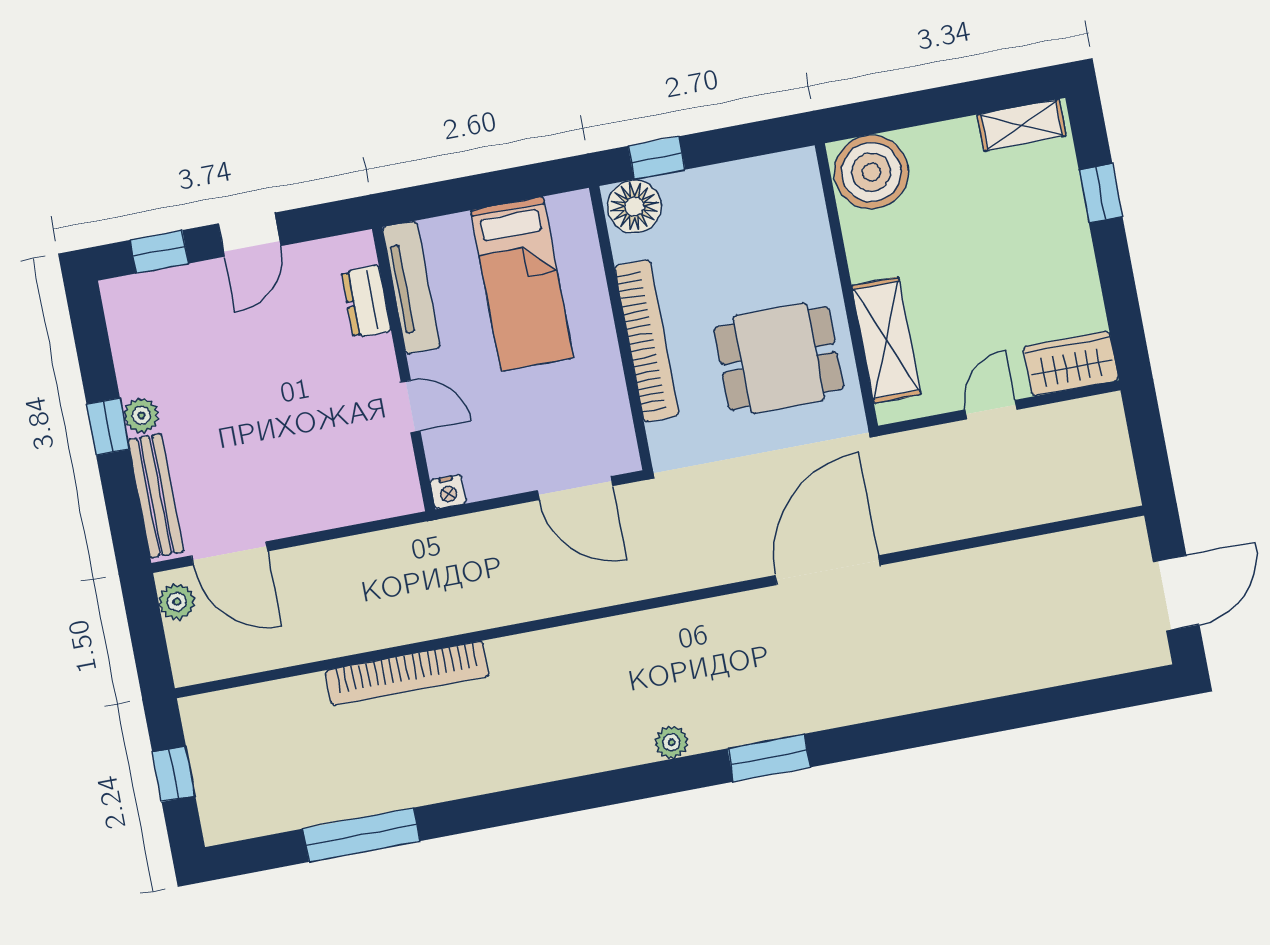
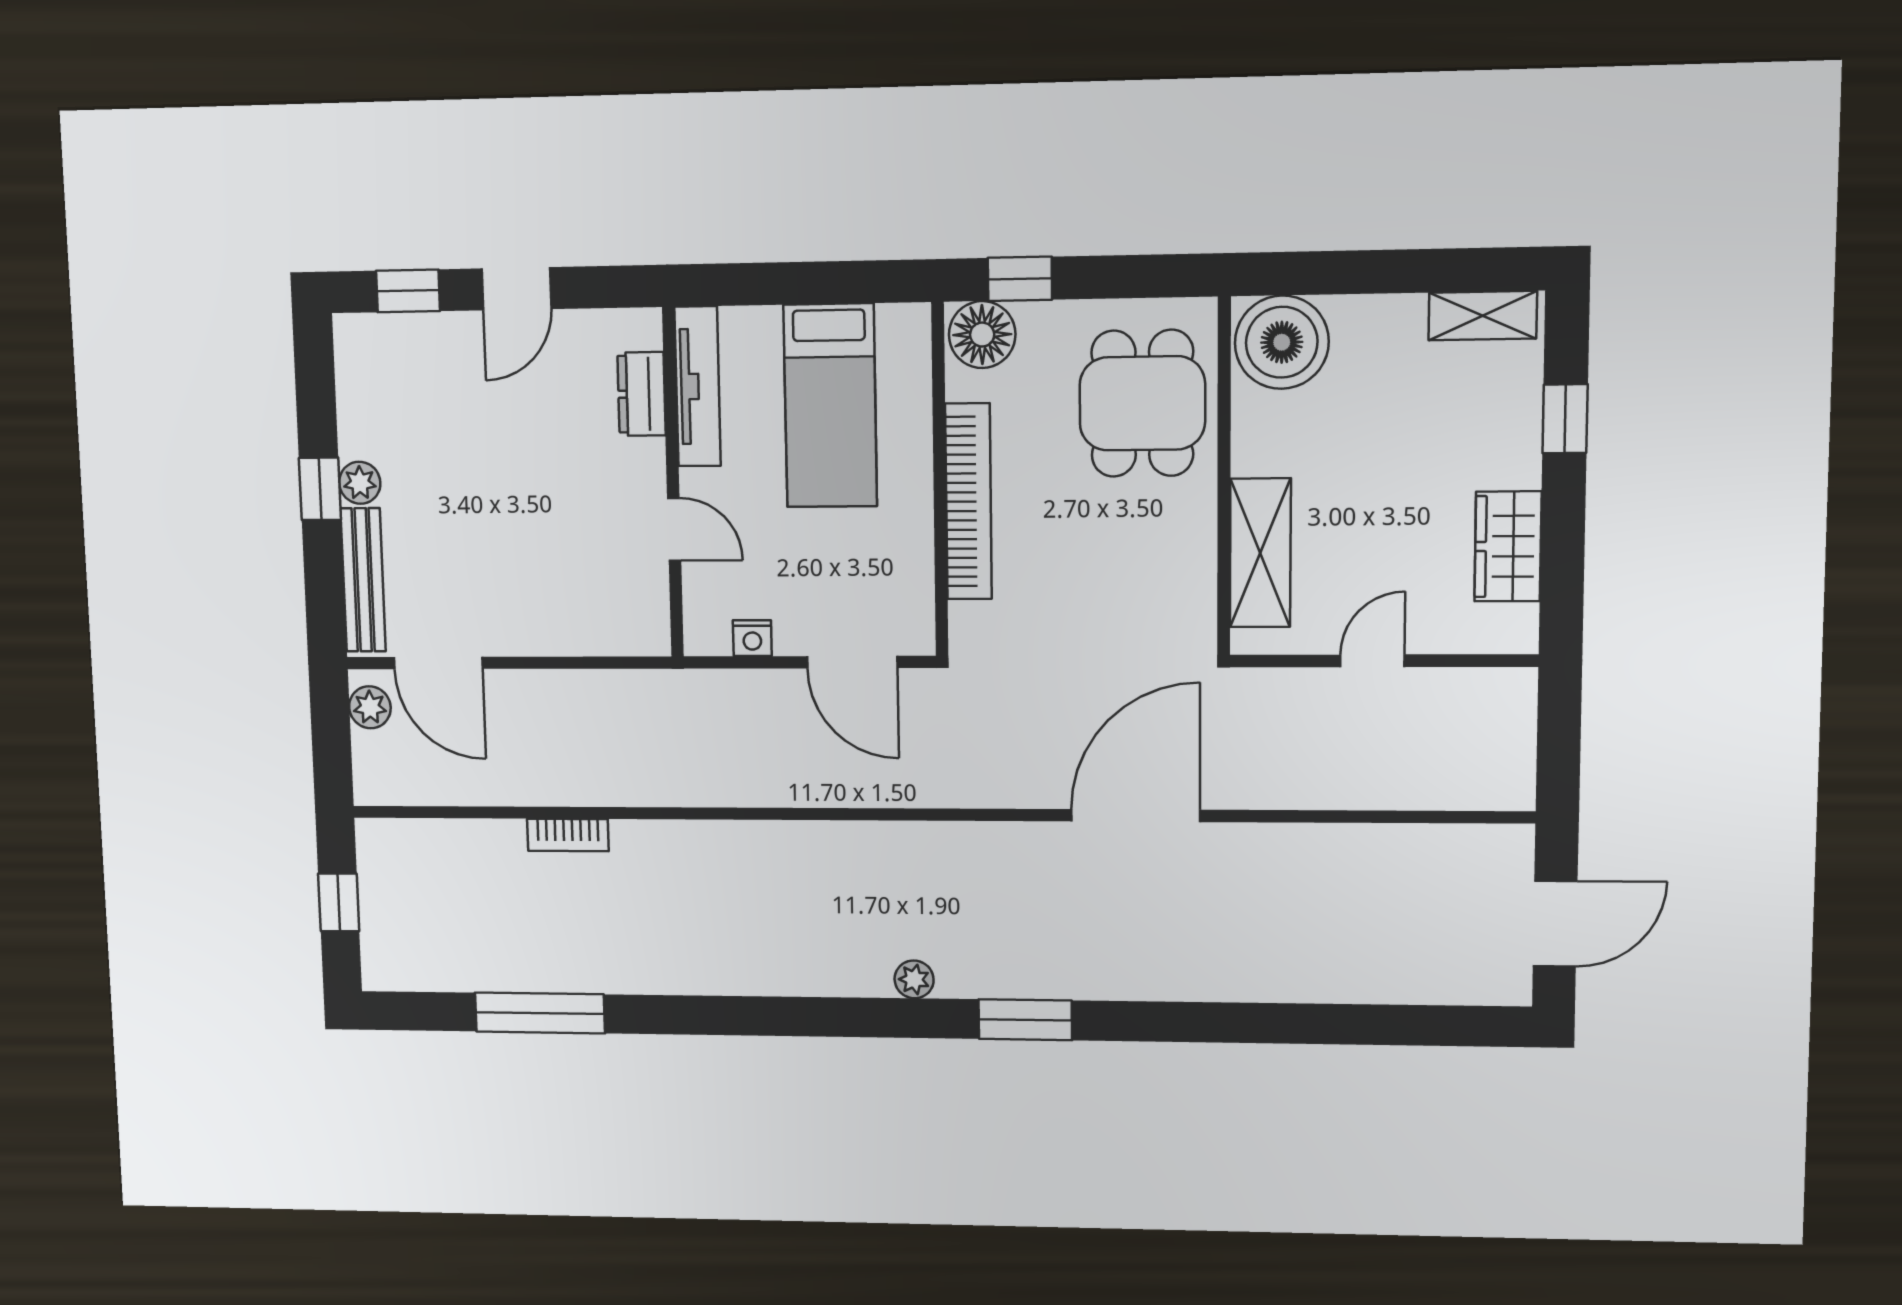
dining table: (779, 358) -> (1142, 403), moved, turned 90
wardrobe: (1071, 363) -> (1508, 546), moved, turned -90
nightstand: (448, 492) -> (752, 638), moved
bookcase: (407, 673) -> (568, 835), width x0.43, depth x0.76

